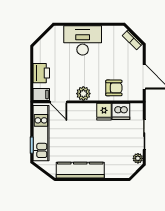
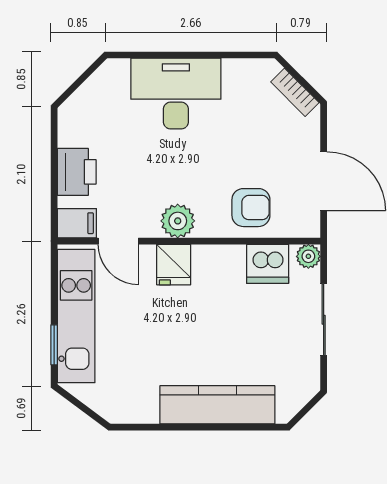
fridge: (104, 112) -> (174, 265), moved
plant: (138, 158) -> (308, 256), moved
kitchen counter: (80, 170) -> (217, 405), moved

